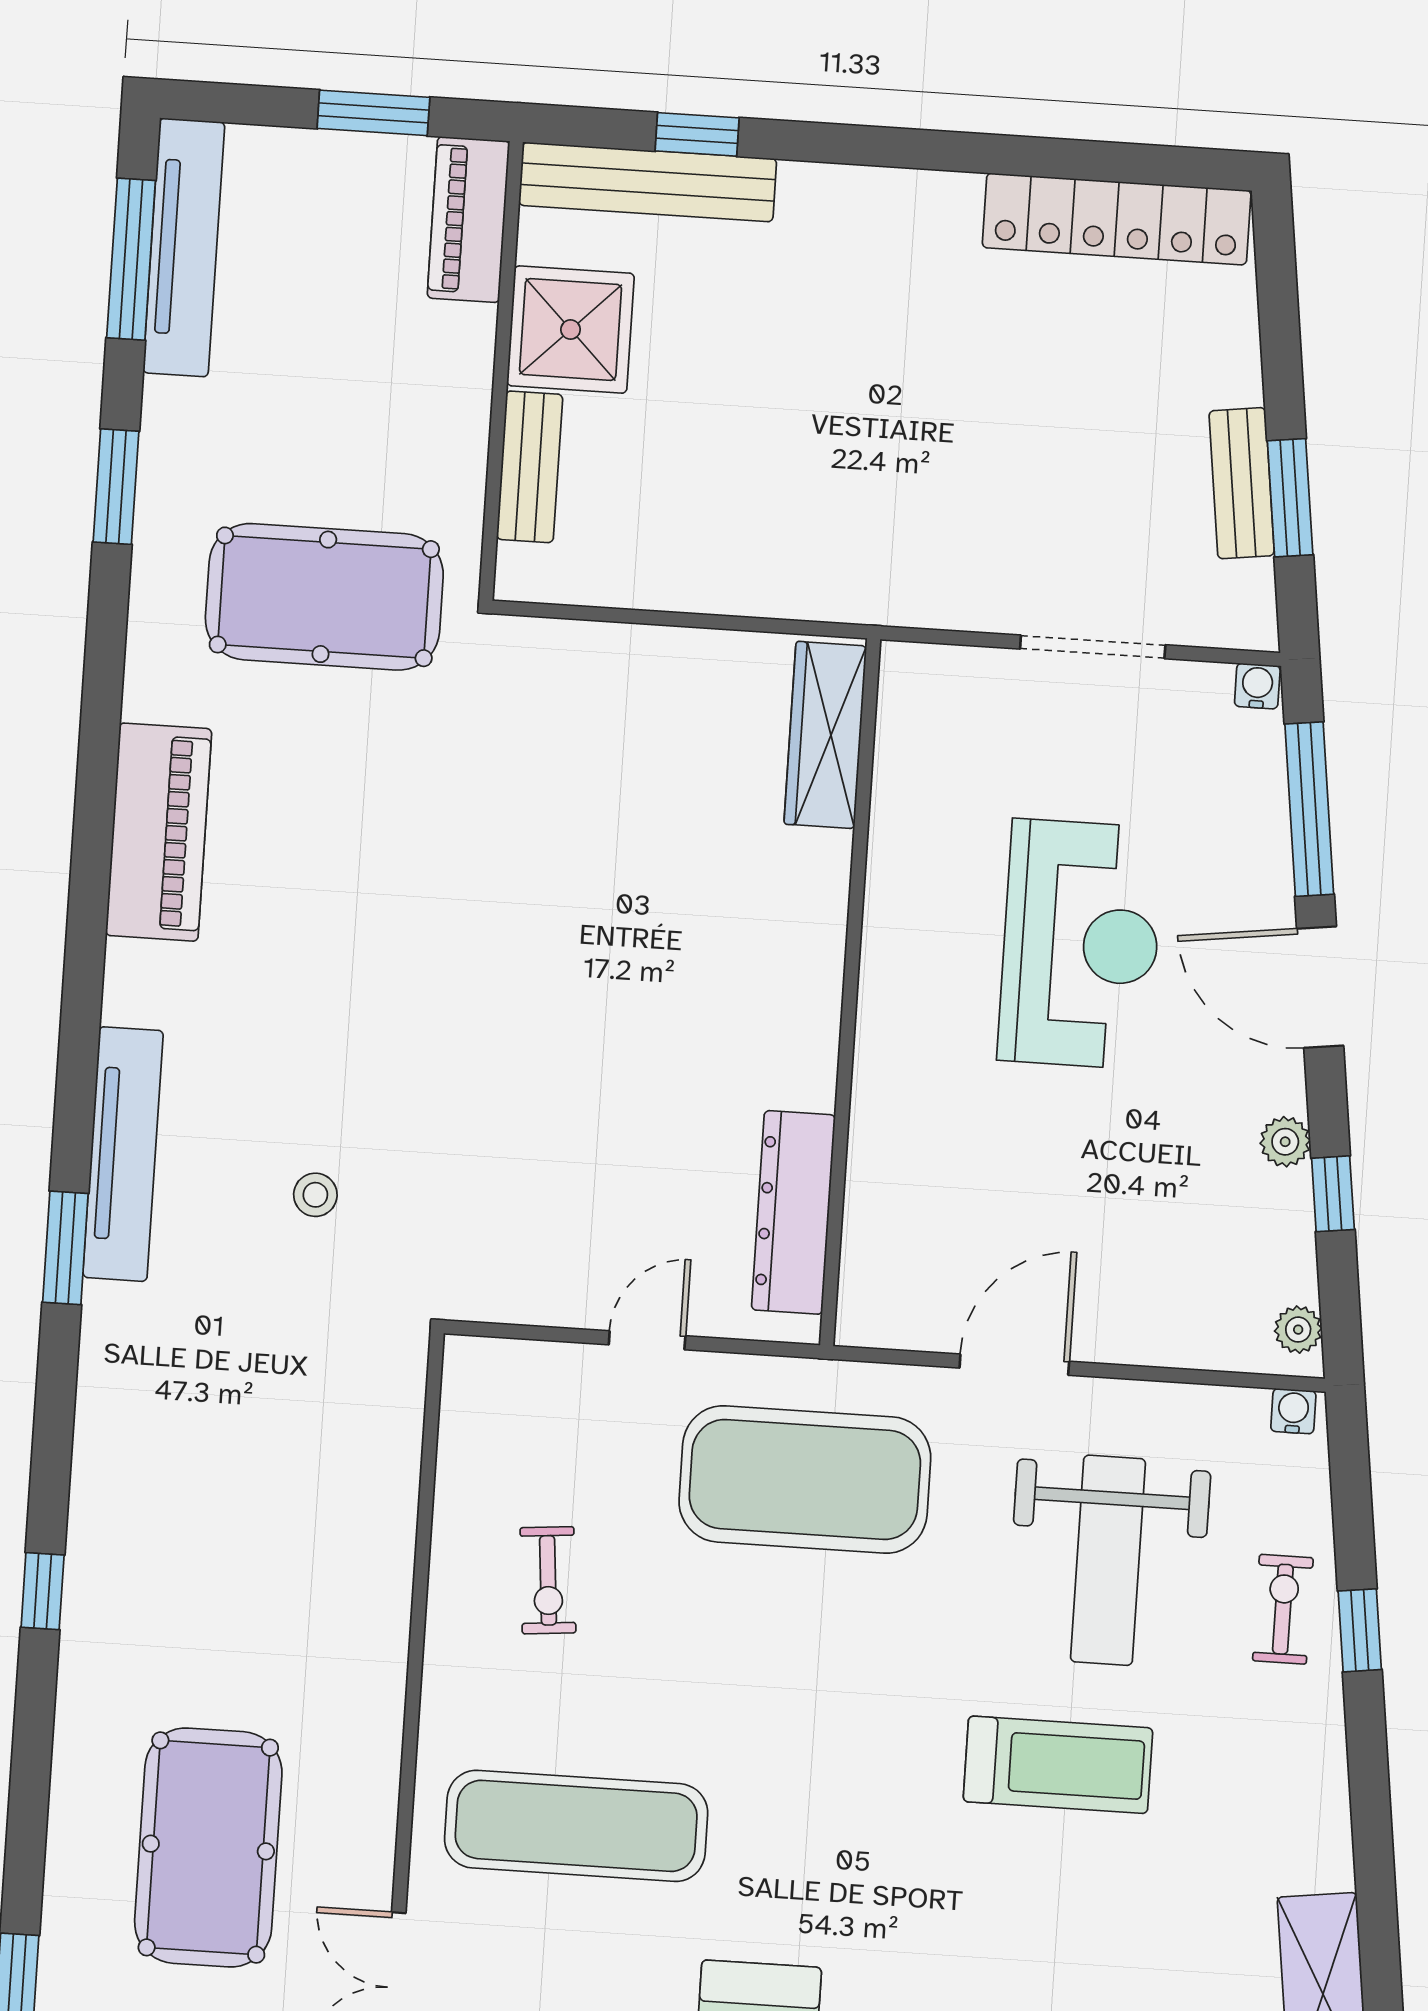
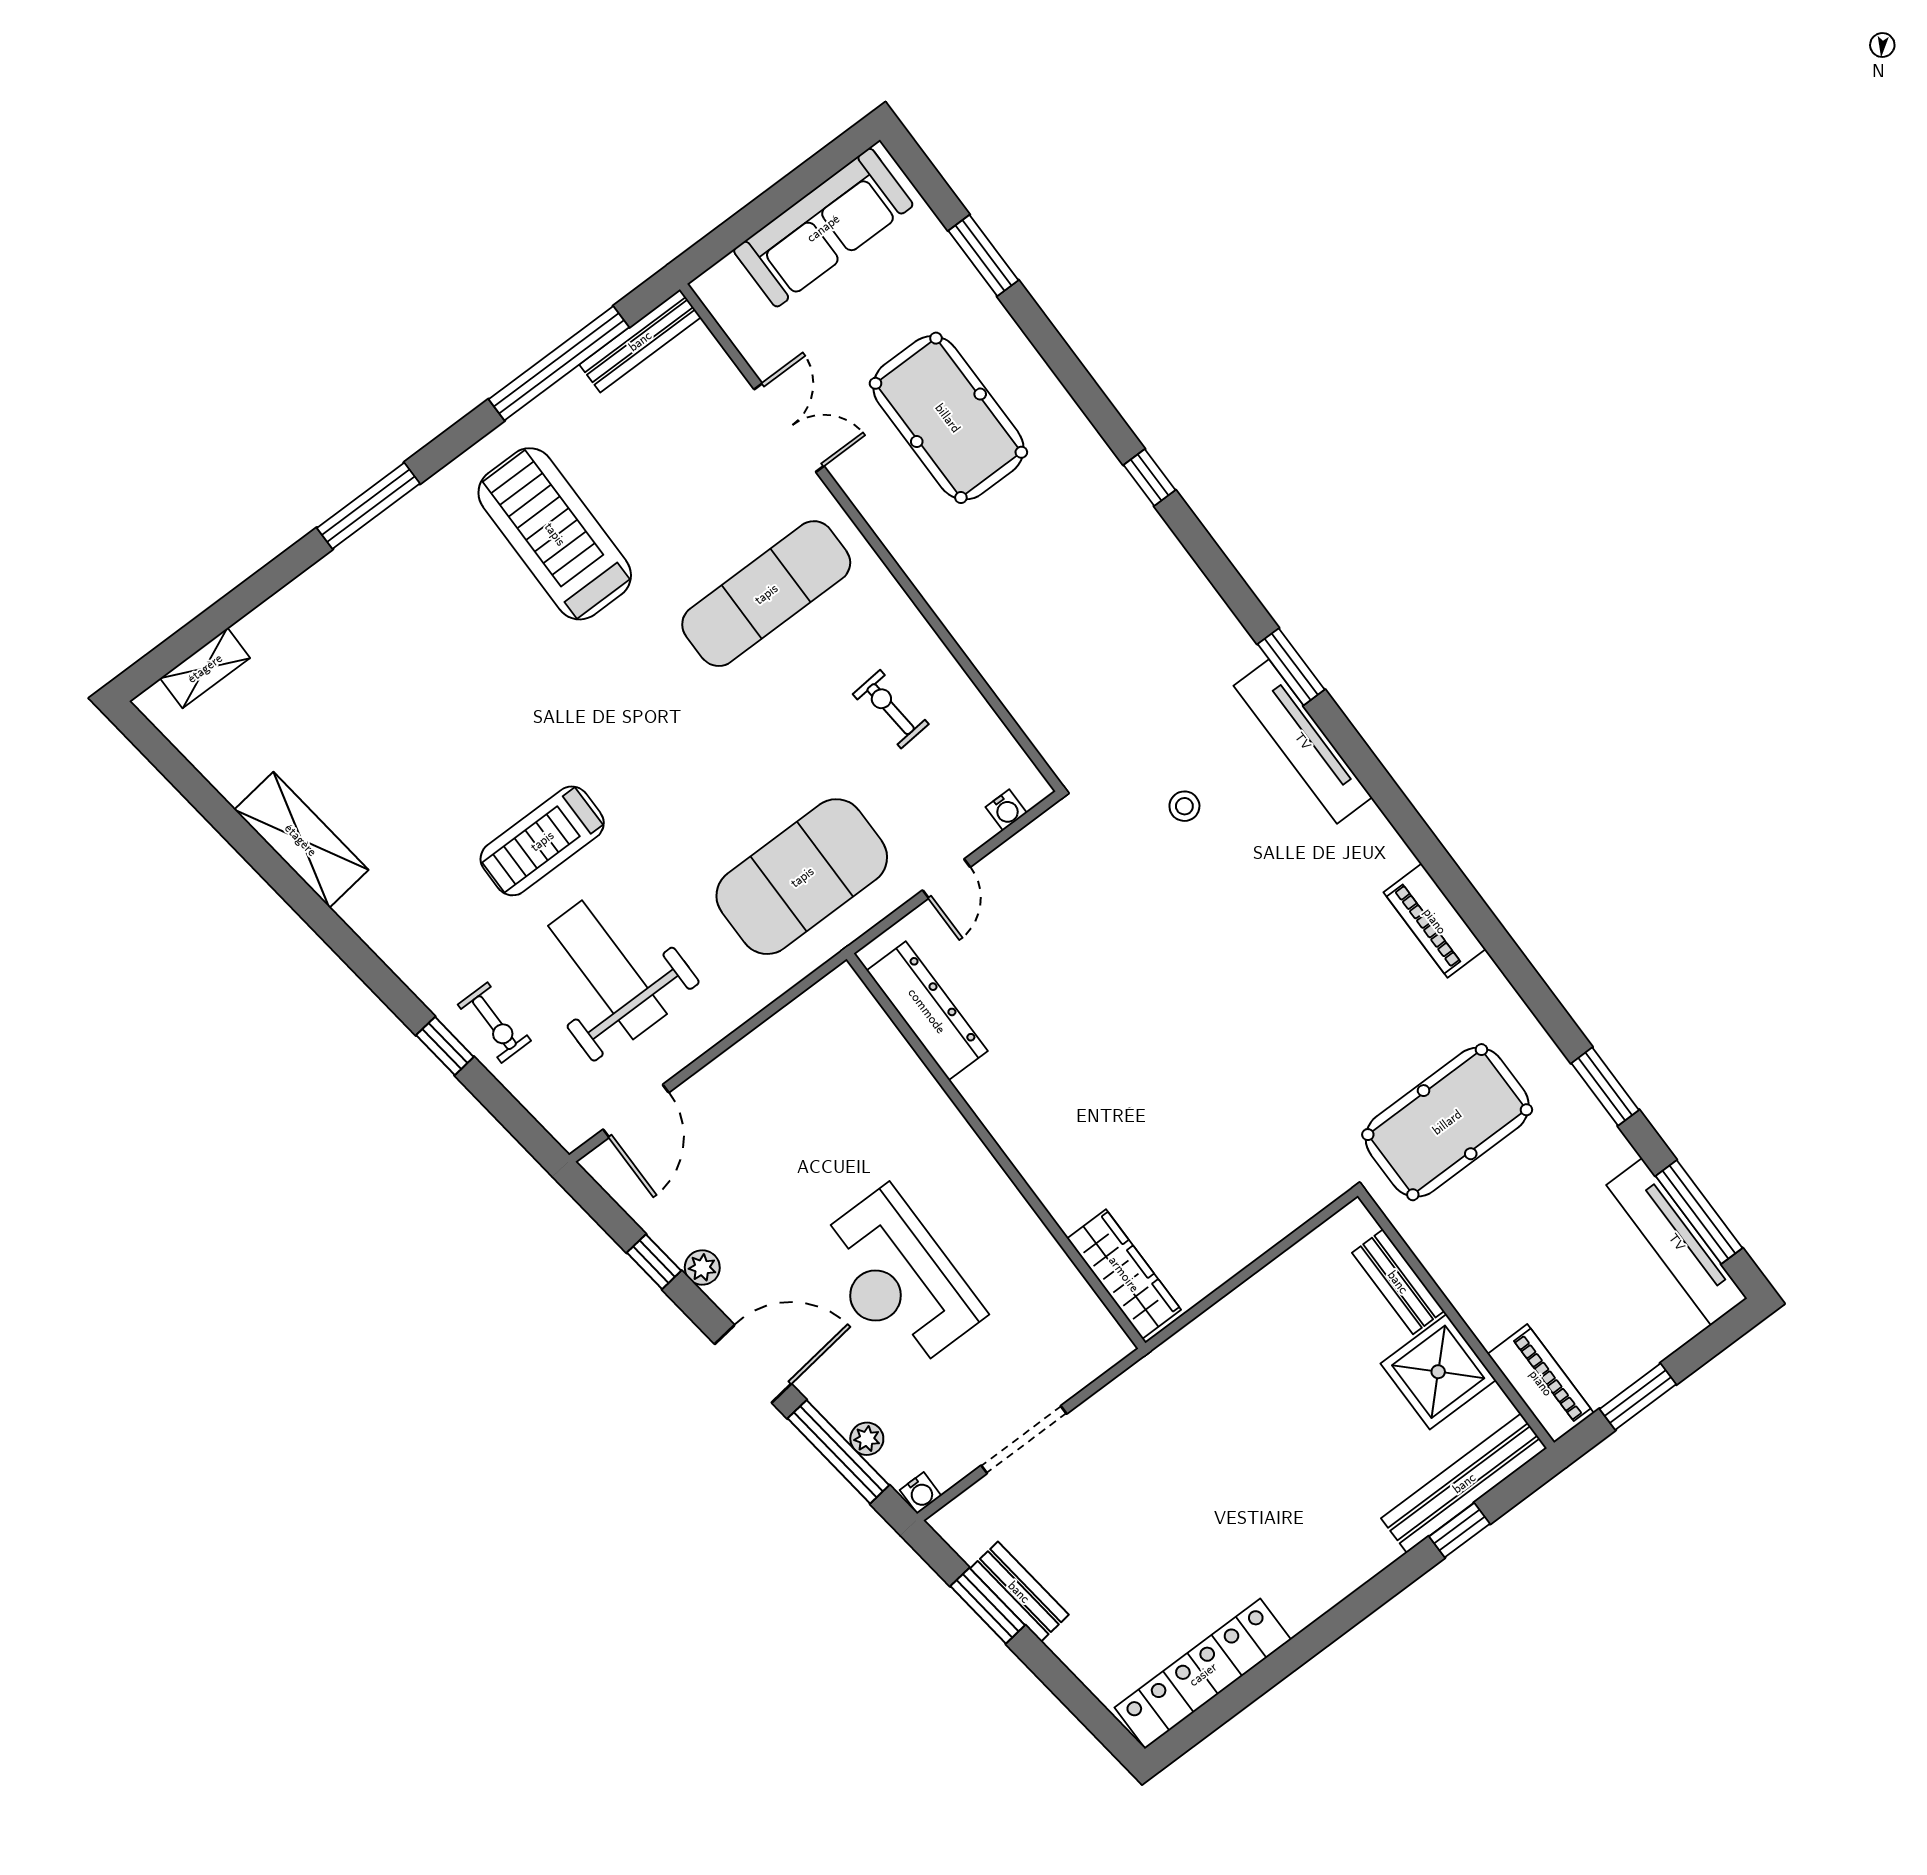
piano: (159, 832) -> (1435, 921), width x0.73, depth x0.75
plant: (1298, 1330) -> (867, 1439), moved
door: (1014, 1365) -> (636, 1111), moved
water cooler: (1293, 1411) -> (1006, 810), moved

